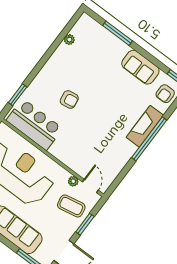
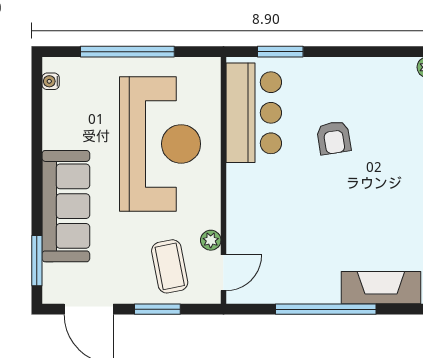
window: (149, 139) -> (326, 309), moved

